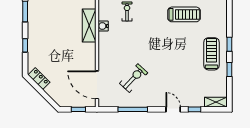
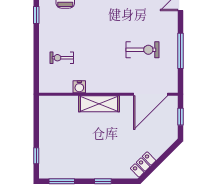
shelving: (89, 25) -> (99, 104), moved
exercise bike: (134, 78) -> (142, 50), turned 137

